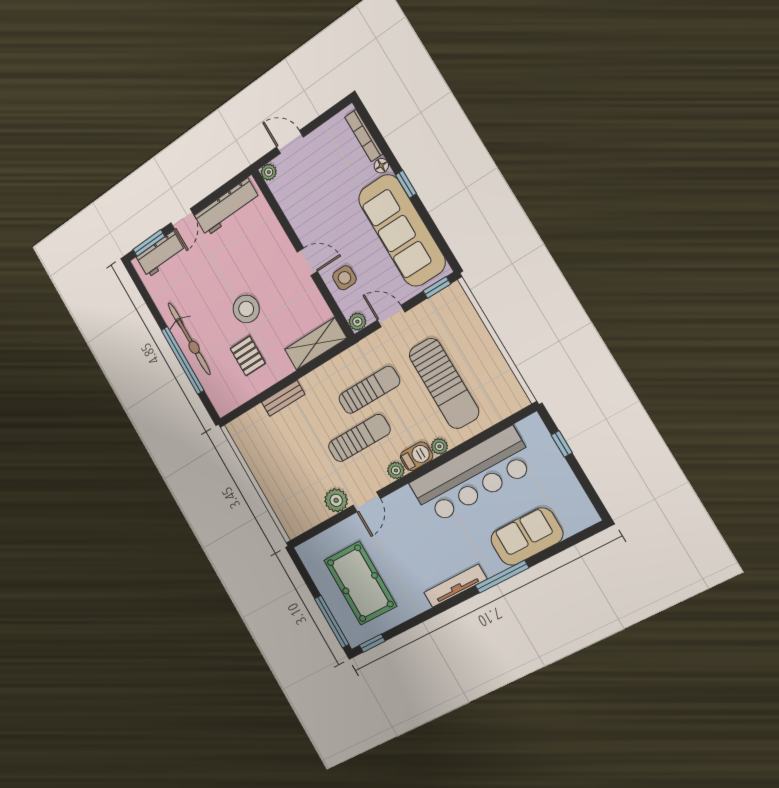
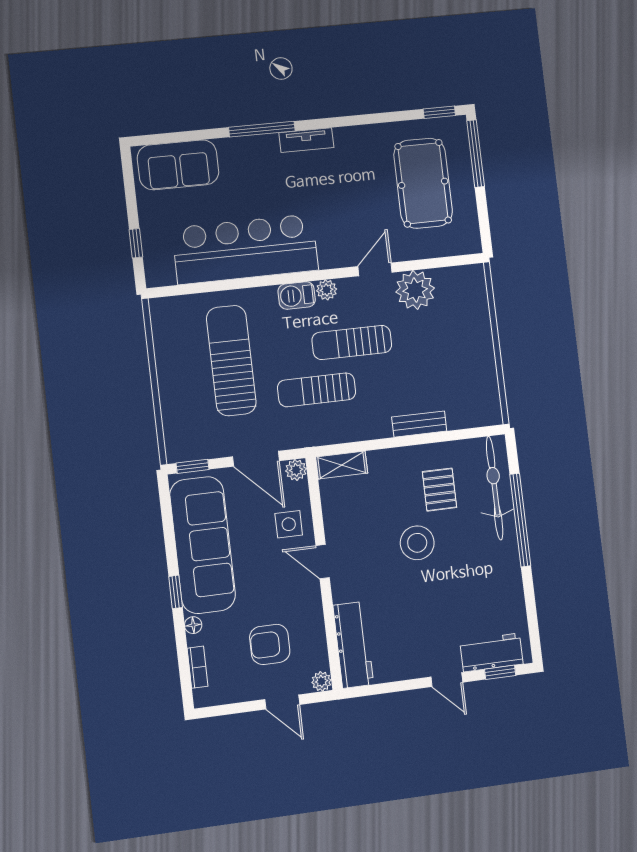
bookcase: (364, 135) -> (198, 667), width x0.64
armchair: (318, 180) -> (270, 644), added
workbench: (227, 207) -> (353, 645), moved, turned 90
door: (182, 219) -> (447, 680), swing flipped
window: (149, 243) -> (500, 672), width x0.67
door: (391, 316) -> (256, 459), width x1.37
bicycle: (189, 339) -> (495, 488), moved
shelving: (316, 344) -> (342, 465), width x0.67, depth x0.75
plant: (439, 446) -> (267, 296), removed
plant: (336, 500) -> (415, 290), width x1.36, depth x1.36
sofa: (527, 537) -> (178, 165), moved
tv unit: (455, 586) -> (306, 140), width x0.71

